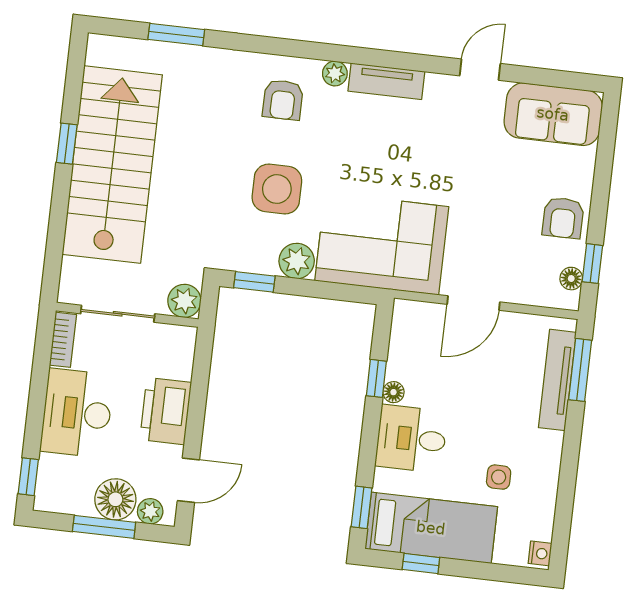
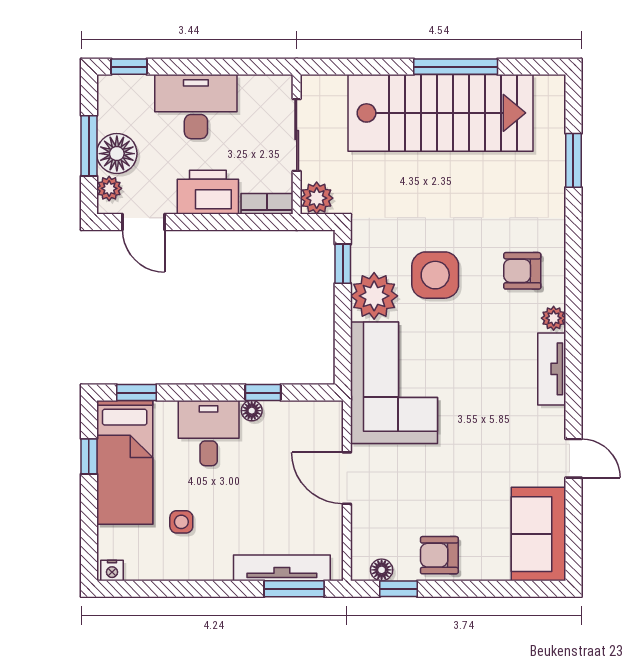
window: (67, 144) -> (456, 67), width x2.17
plant: (297, 261) -> (374, 296), width x1.36, depth x1.36
bookcase: (63, 340) -> (267, 204), moved, turned 180

